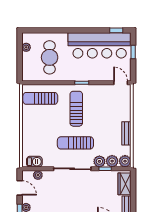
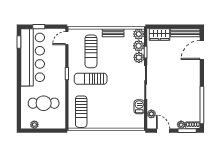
sun lounger: (75, 143) -> (91, 51), moved
barbecue: (34, 162) -> (139, 107), moved
door: (20, 188) -> (163, 131), hinge flipped

